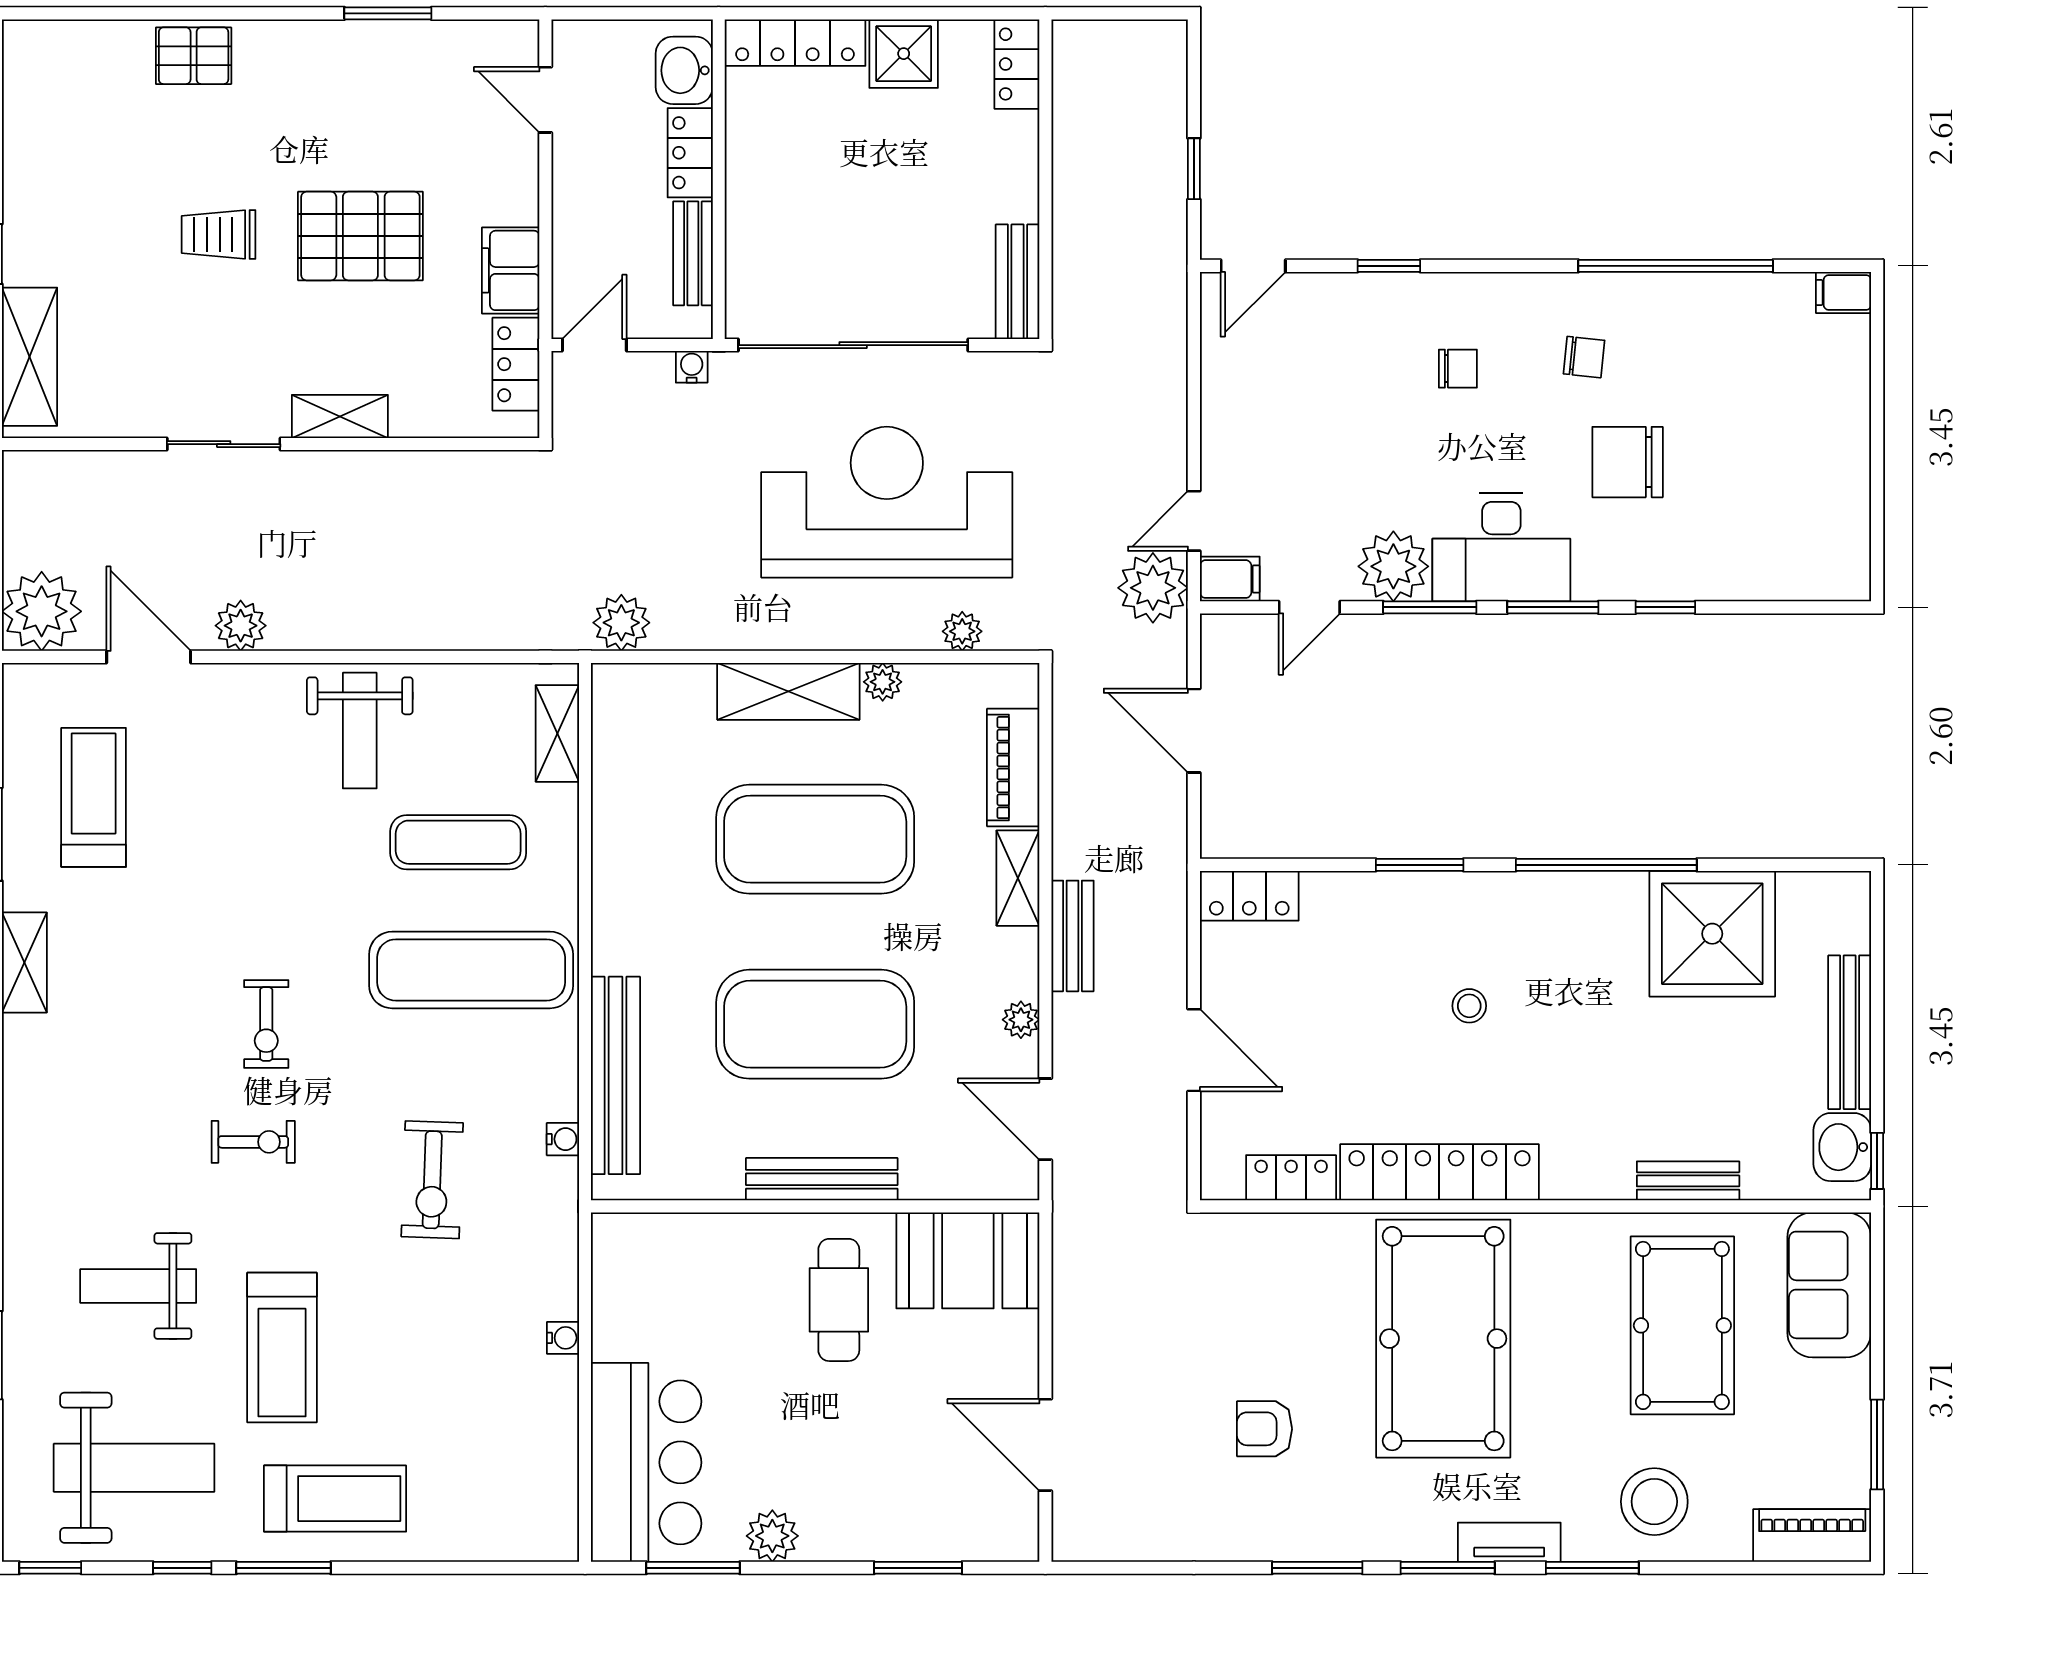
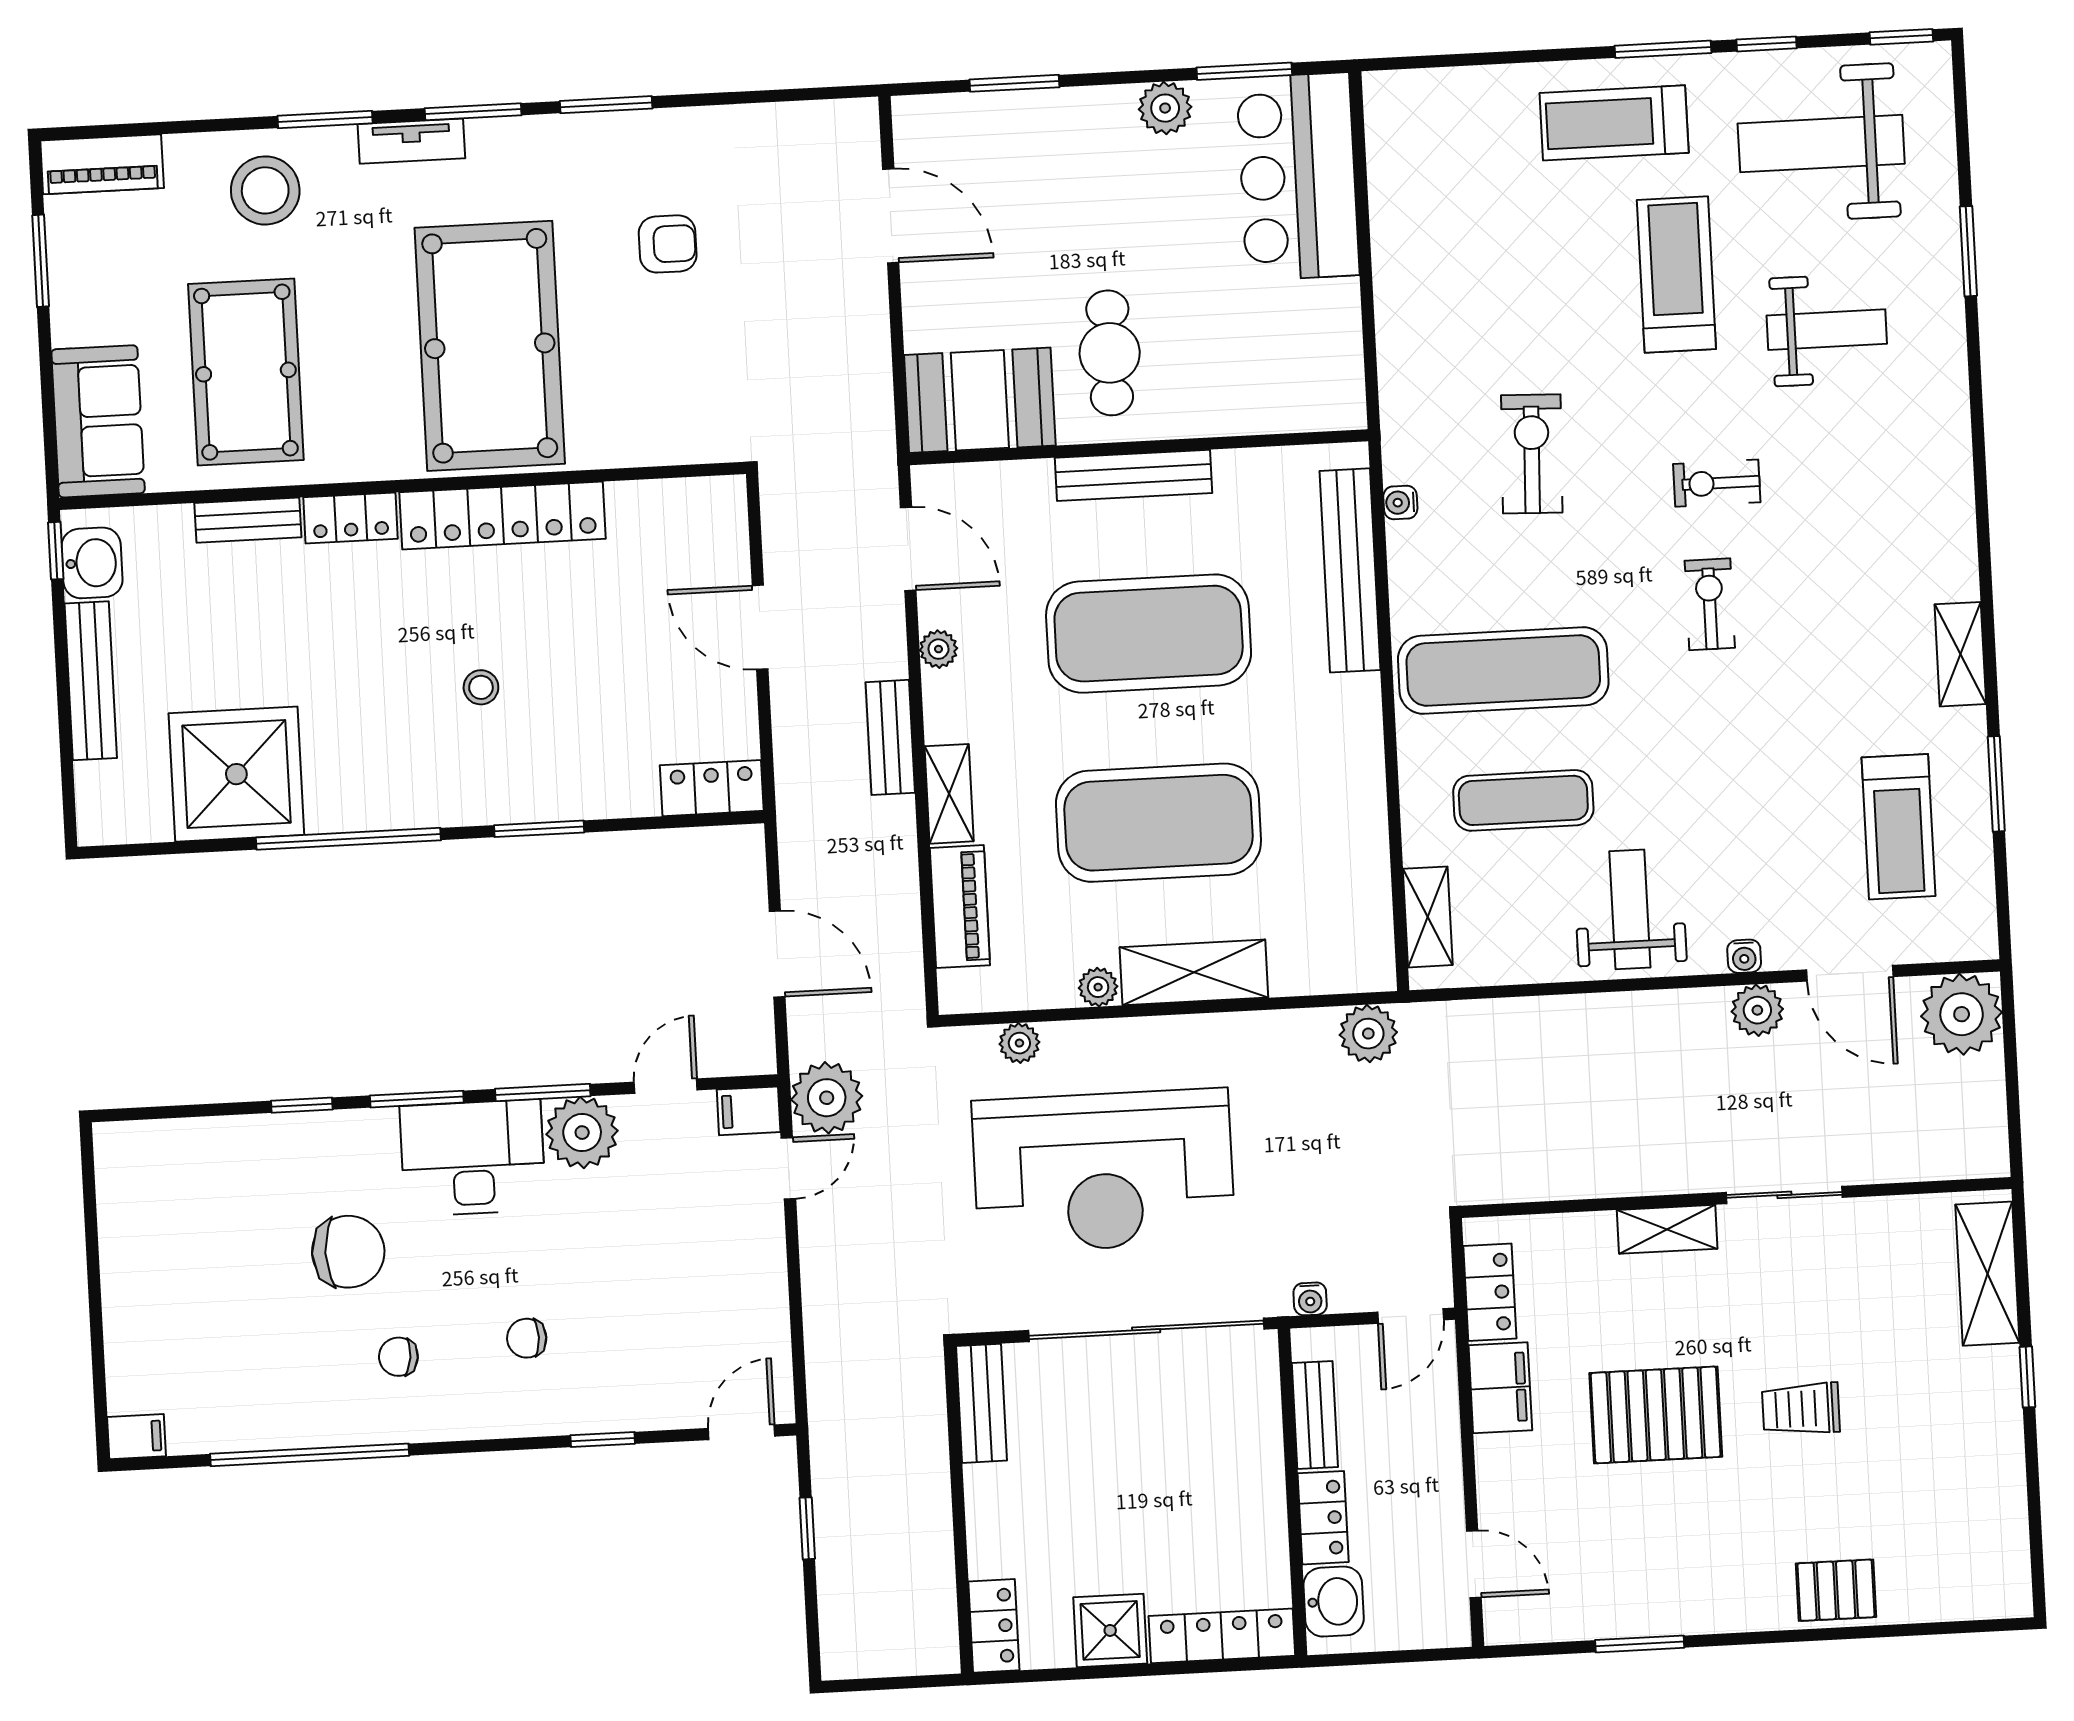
trolley: (219, 235) -> (1801, 1409), turned 180
locker: (1291, 1178) -> (350, 518), moved
water cooler: (563, 1338) -> (1744, 956), moved, turned -90

